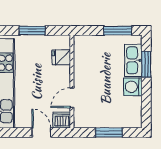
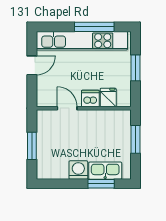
window: (118, 30) -> (135, 139), moved
dishwasher: (62, 120) -> (90, 98), moved, turned -90
door: (41, 132) -> (32, 65), moved

